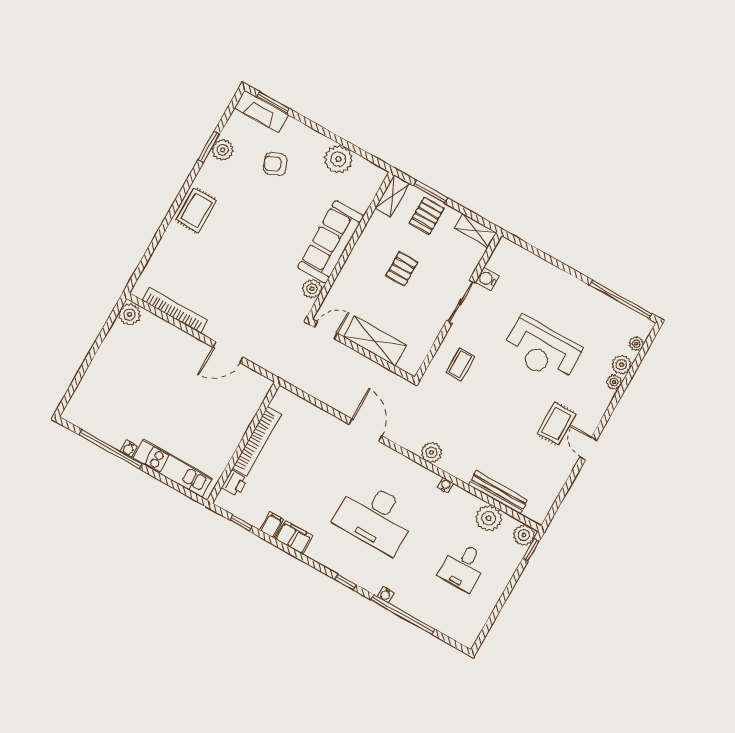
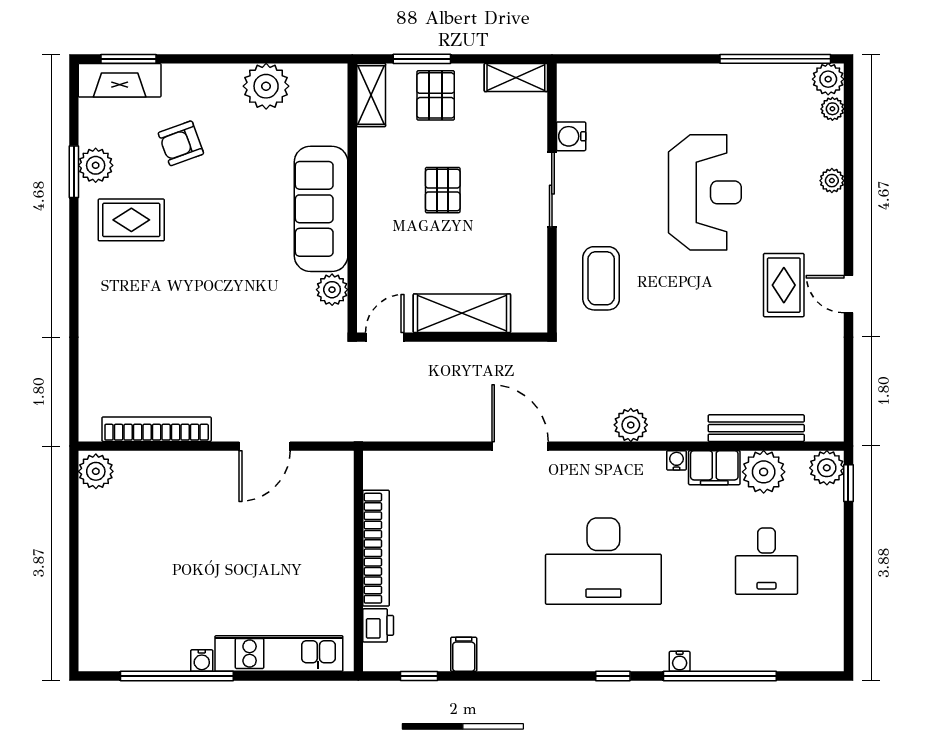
rug: (196, 210) -> (131, 220), moved, turned 90
reception desk: (542, 350) -> (705, 192), turned -90
coffee table: (460, 364) -> (601, 278), width x1.36, depth x1.30
plant: (621, 365) -> (828, 79), moved
filing cabinet: (294, 537) -> (714, 468), moved, turned 180

